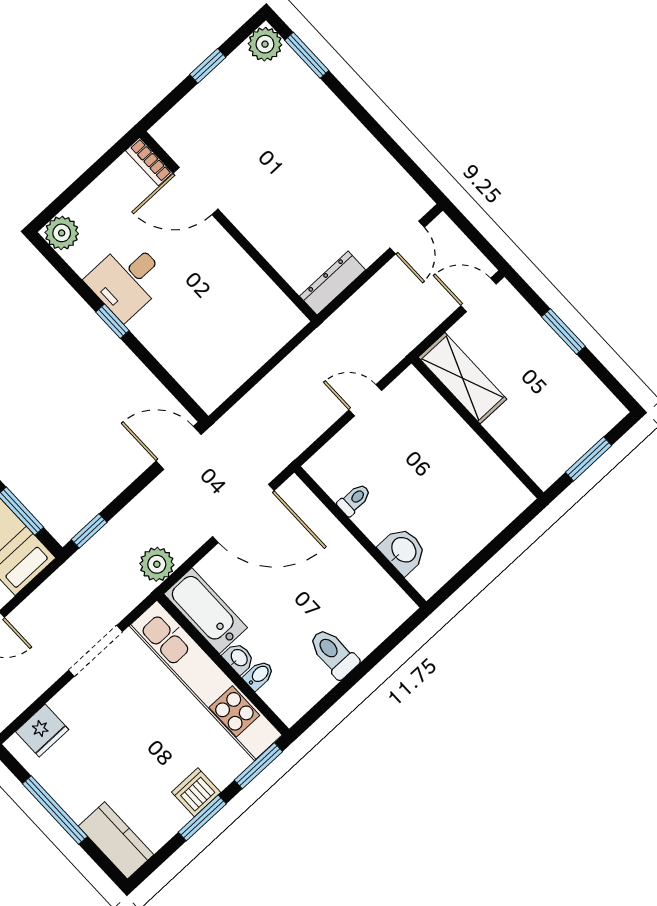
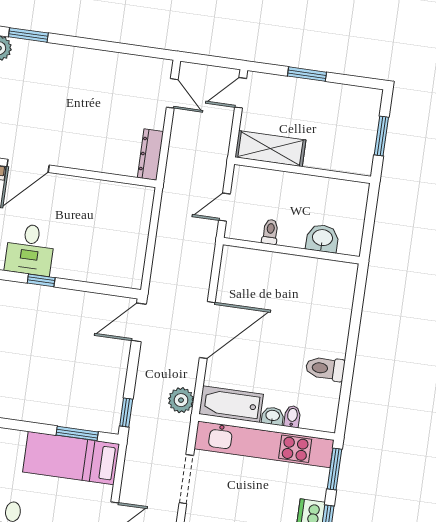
toilet: (354, 500) -> (270, 232), moved
wall: (360, 537) -> (291, 251), moved
washbasin: (403, 550) -> (322, 238), moved

